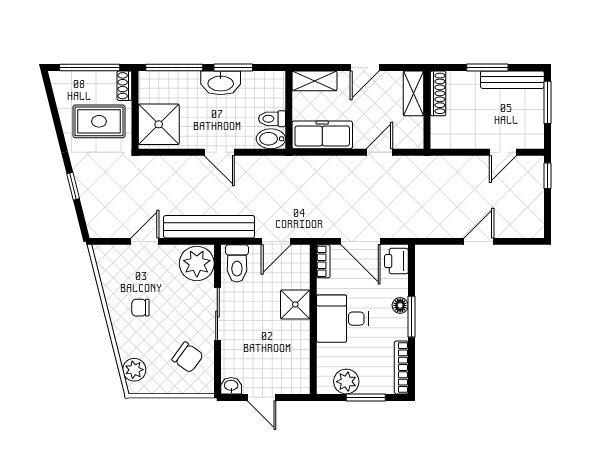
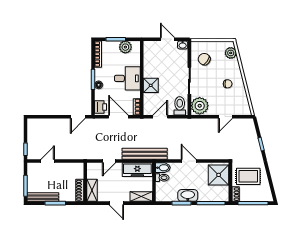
door: (365, 67) -> (116, 203), swing flipped
bench: (209, 227) -> (145, 154), moved
door: (479, 241) -> (78, 117), moved

